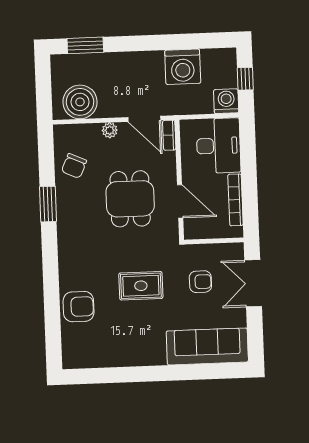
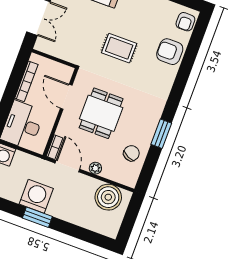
window: (85, 45) -> (37, 217), moved
washing machine: (183, 67) -> (36, 196), moved
armchair: (200, 282) -> (185, 22), moved, turned -90

